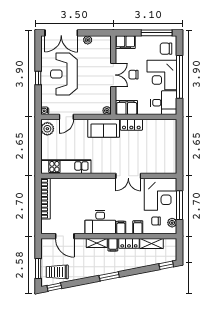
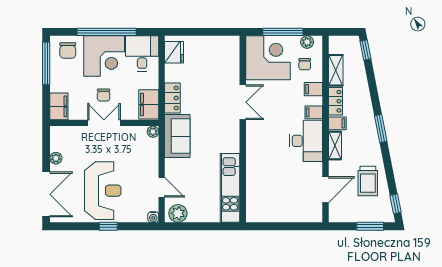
reception desk: (64, 74) -> (103, 191), turned -90
fridge: (165, 126) -> (174, 52), added
bookcase: (46, 199) -> (274, 216), removed
trolley: (57, 272) -> (368, 181), moved

